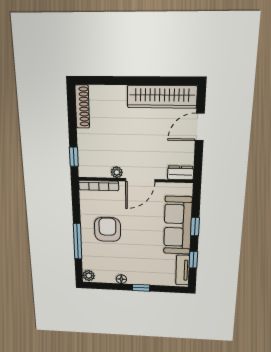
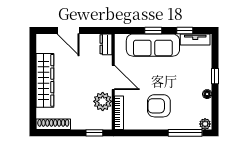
wardrobe: (162, 97) -> (45, 80), moved
plant: (117, 172) -> (103, 101), width x1.87, depth x1.87
window: (78, 241) -> (185, 133), moved

